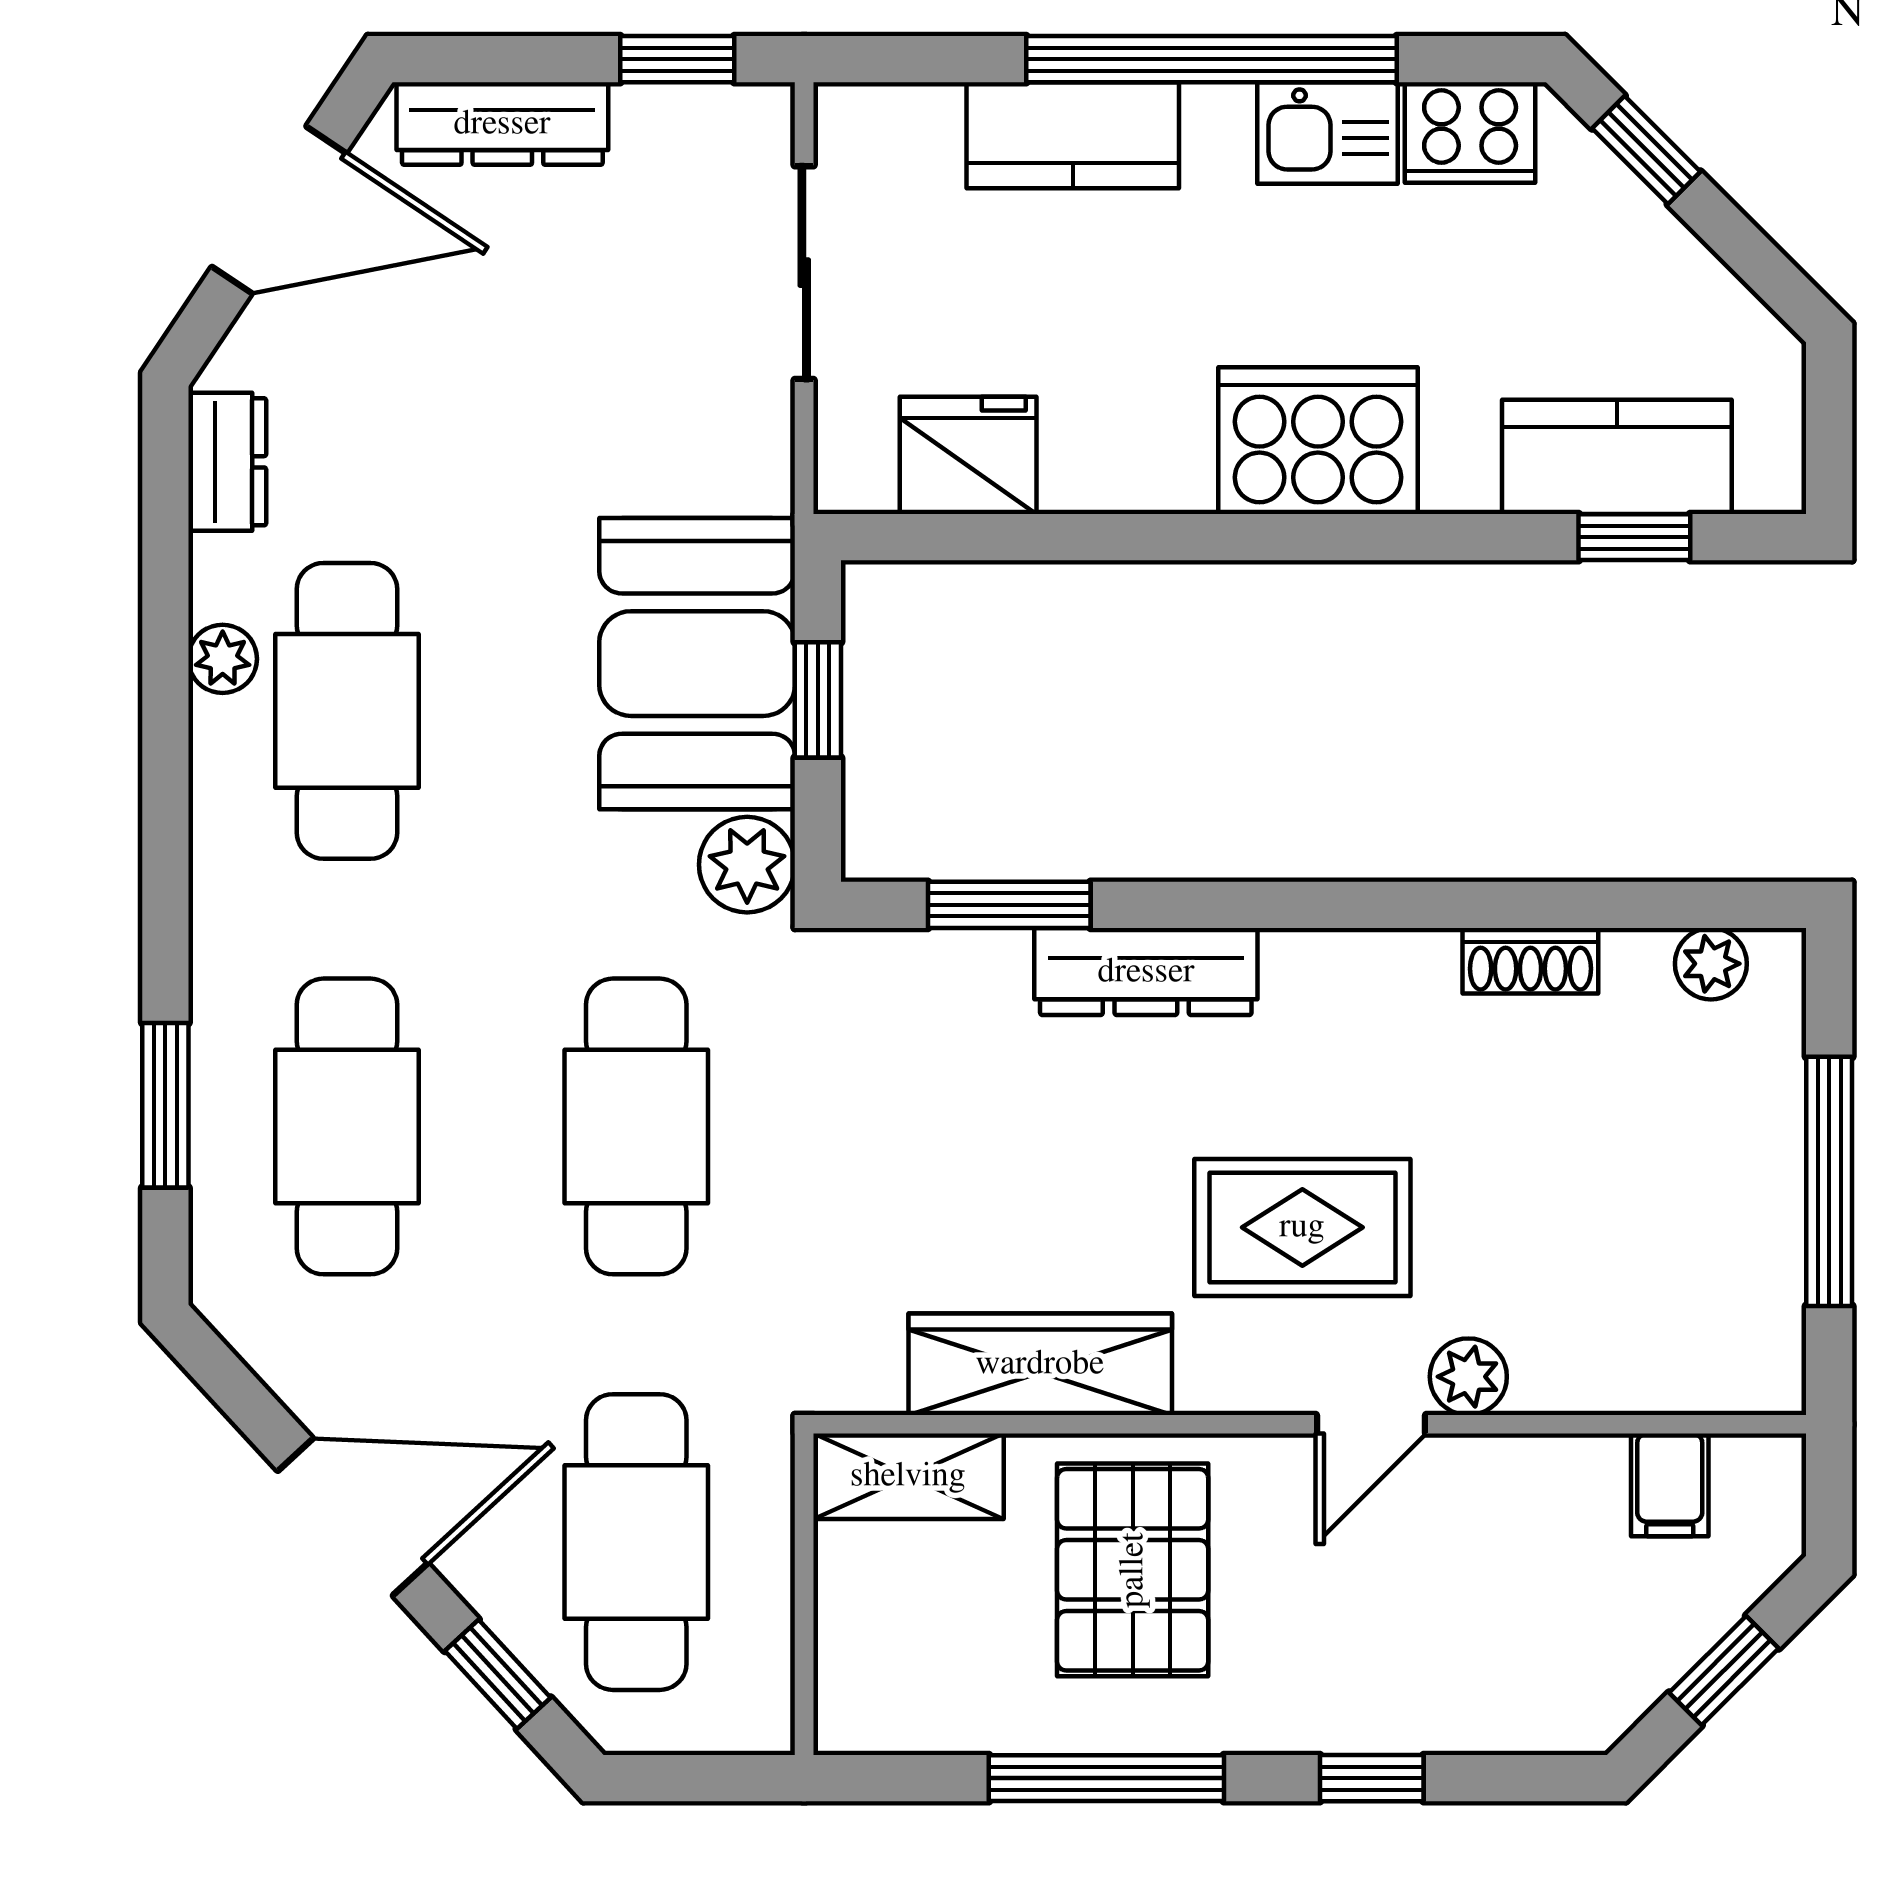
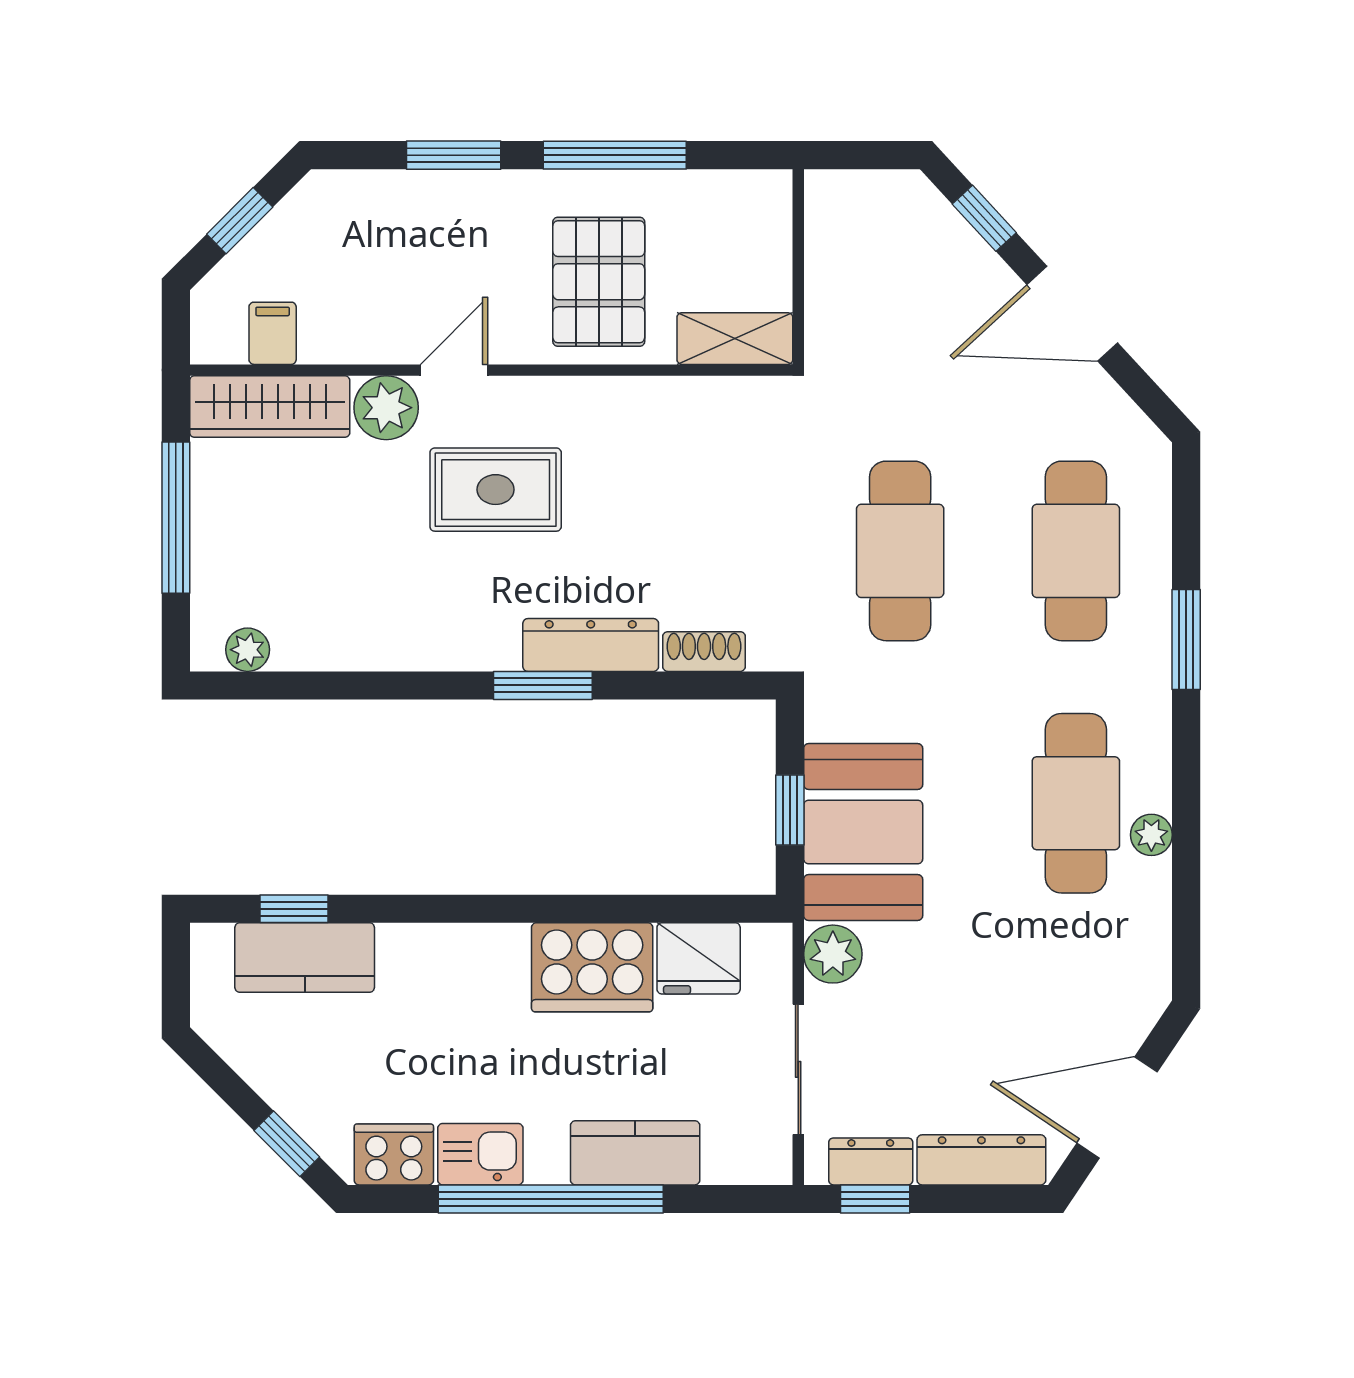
cooker: (1318, 441) -> (592, 967), moved
dresser: (227, 462) -> (871, 1161), moved, turned 90
plant: (747, 865) -> (833, 954), moved
window: (1009, 905) -> (543, 685), moved
shoe rack: (1530, 961) -> (704, 652), moved
window: (165, 1105) -> (1186, 640), moved
wardrobe: (1040, 1364) -> (270, 407), moved
plant: (1468, 1377) -> (386, 408), width x1.38, depth x1.38
cafe table: (636, 1542) -> (900, 299), removed
window: (1372, 1778) -> (454, 155), width x1.50

